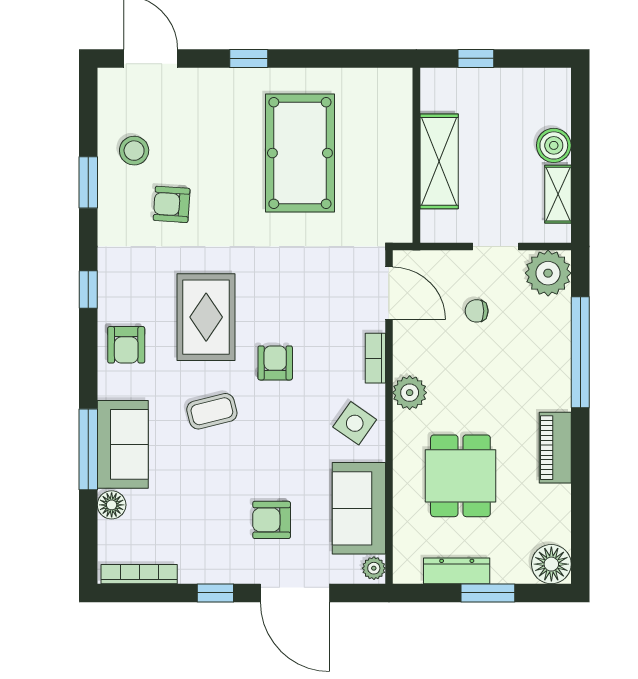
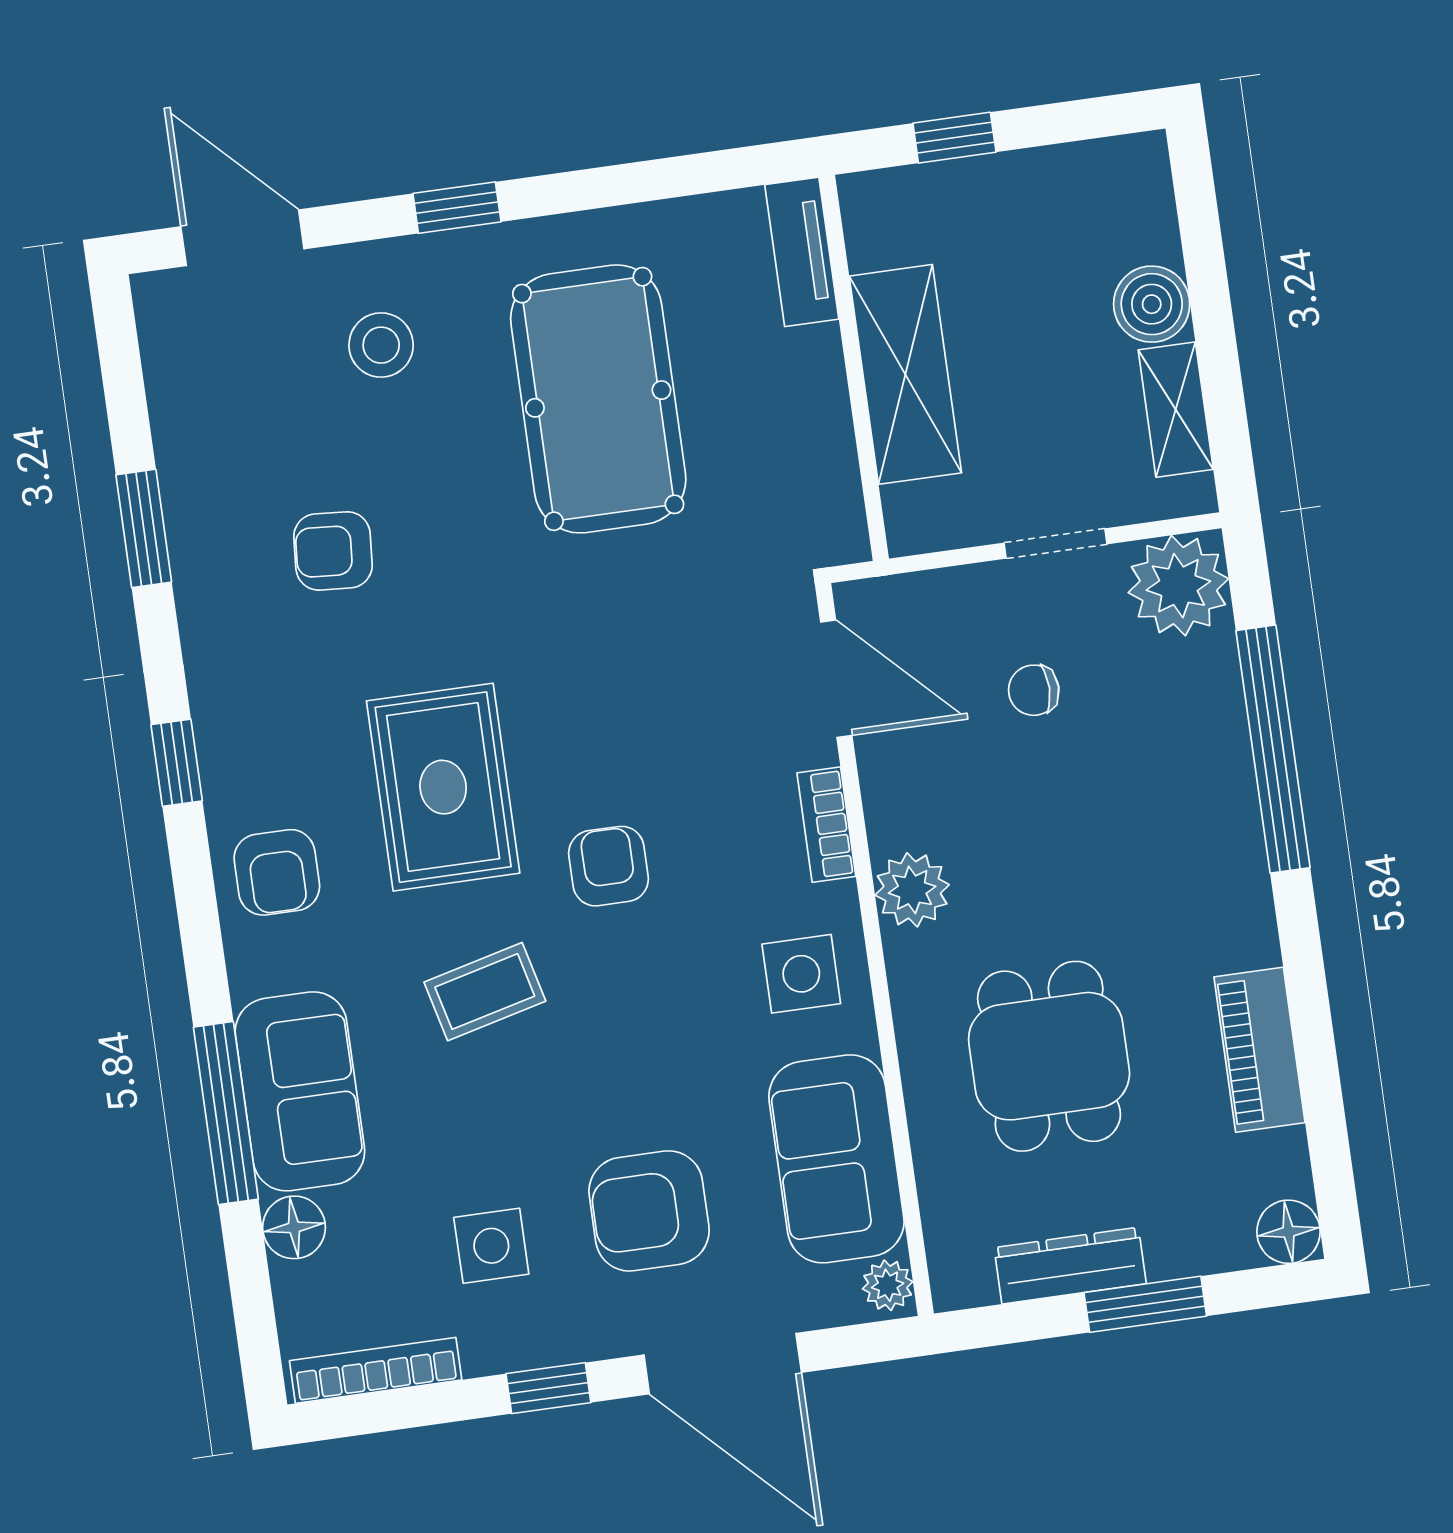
tv unit: (400, 100) -> (802, 252), added
stool: (134, 151) -> (381, 345), moved
side table: (355, 423) -> (801, 974), turned -35
piano: (555, 448) -> (1259, 1050), moved
armchair: (272, 520) -> (649, 1211), width x1.38, depth x1.38
side table: (199, 526) -> (491, 1246), added
floor lamp: (551, 564) -> (1288, 1232), width x0.73, depth x0.73

